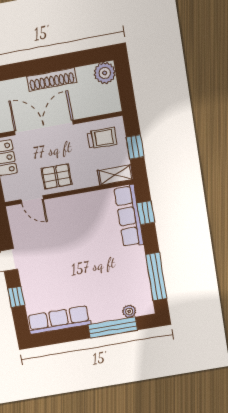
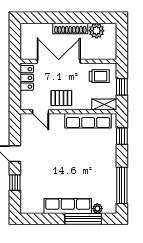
plant: (105, 73) -> (97, 31), moved
row of seats: (129, 216) -> (88, 121), moved, turned -90
row of seats: (59, 320) -> (68, 206), moved

